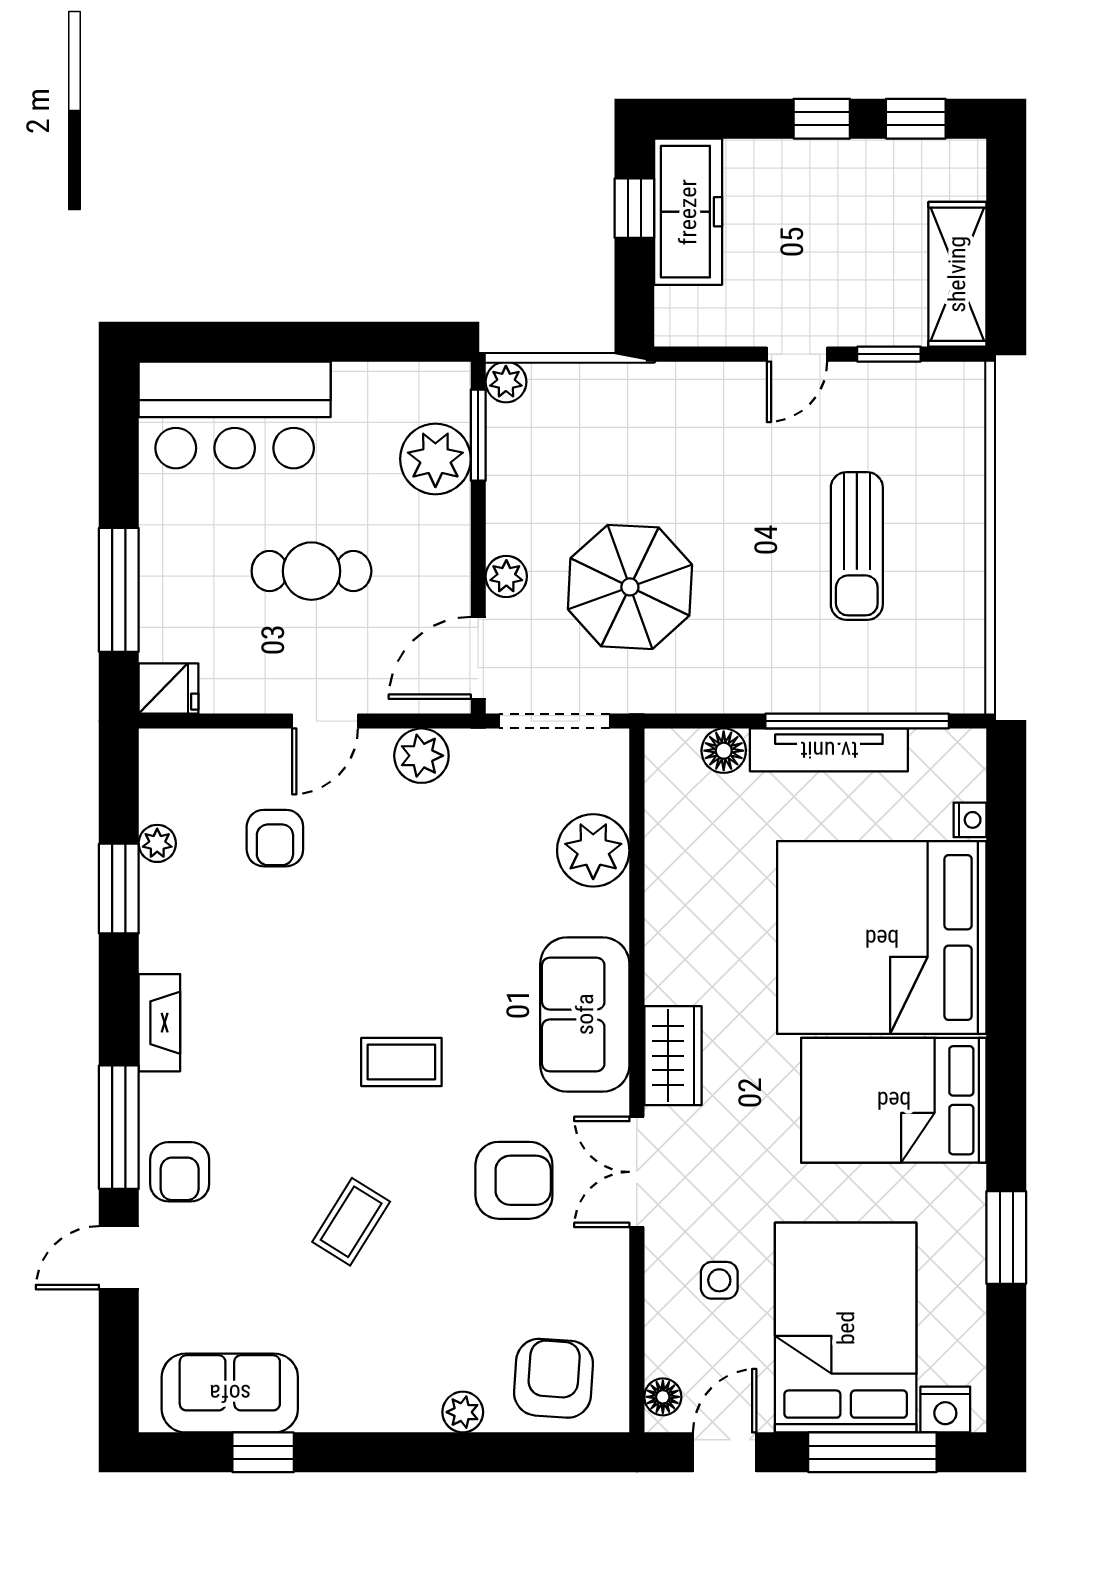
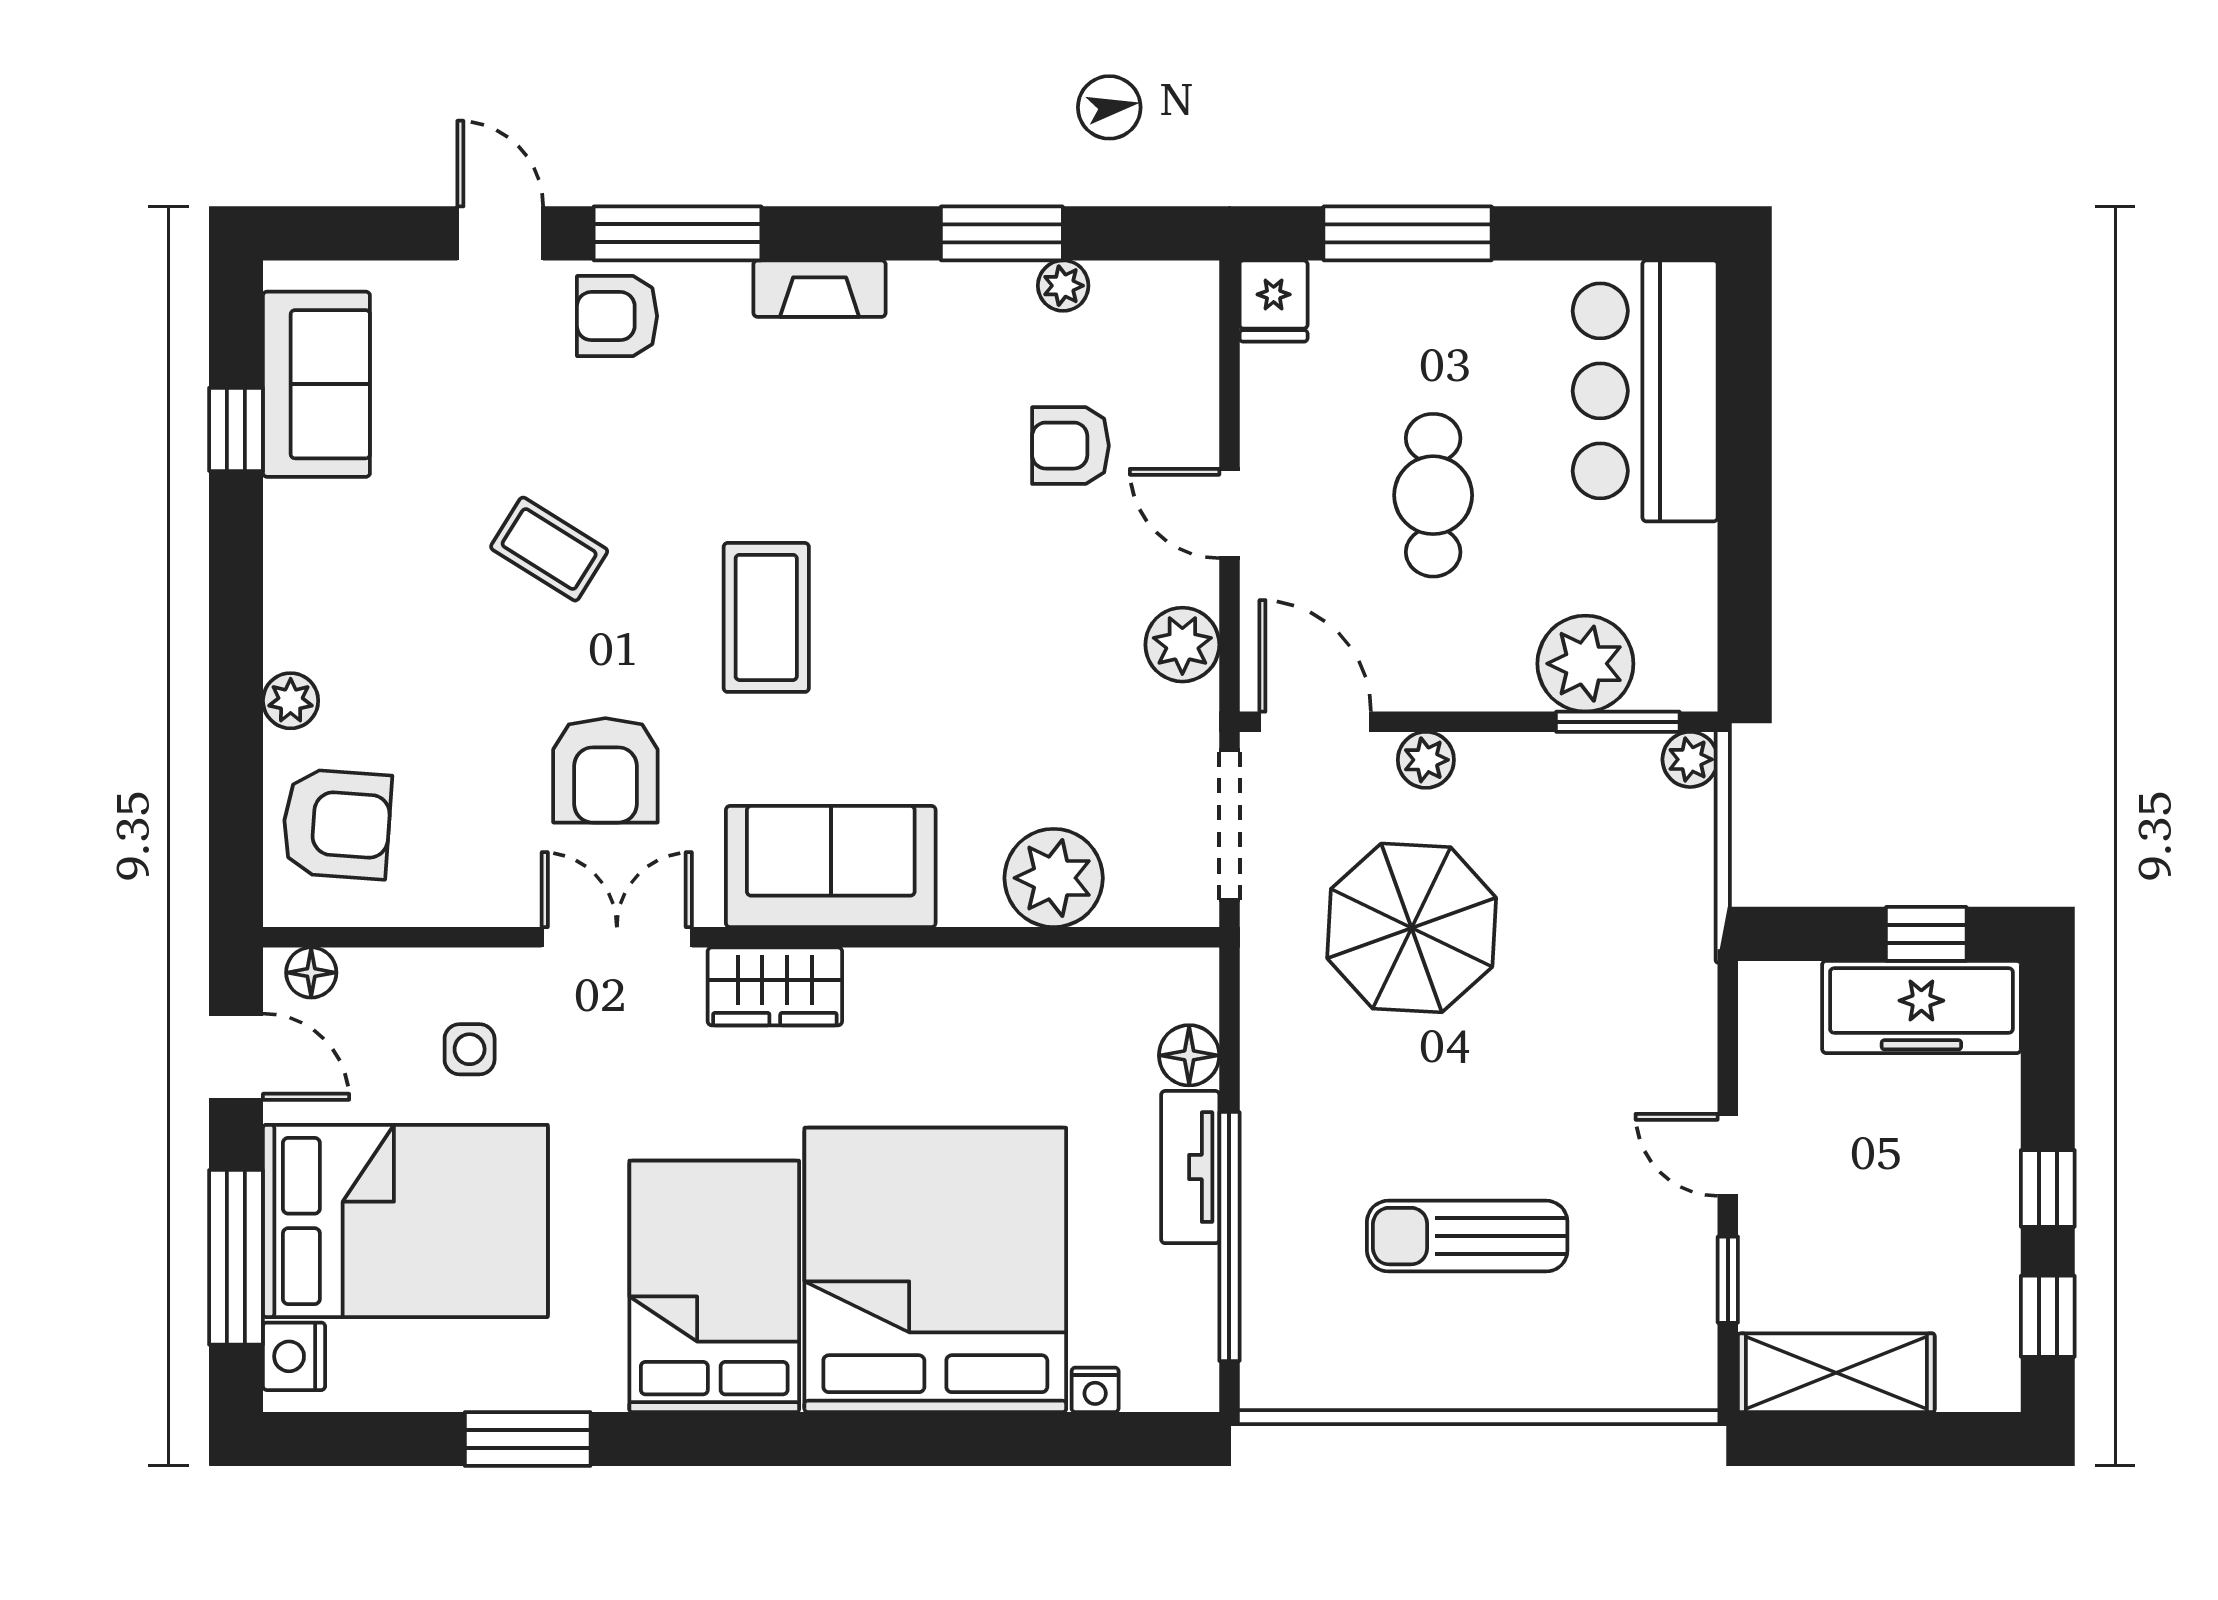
tv unit: (829, 750) -> (1190, 1167), width x0.71
coffee table: (401, 1062) -> (766, 617), width x1.36, depth x1.30

